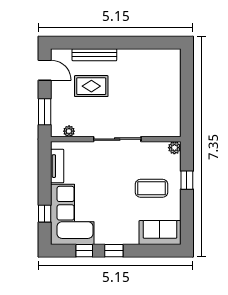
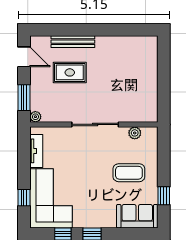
plant: (69, 131) -> (35, 117), moved
plant: (174, 148) -> (135, 133), moved
window: (187, 180) -> (164, 196), moved

